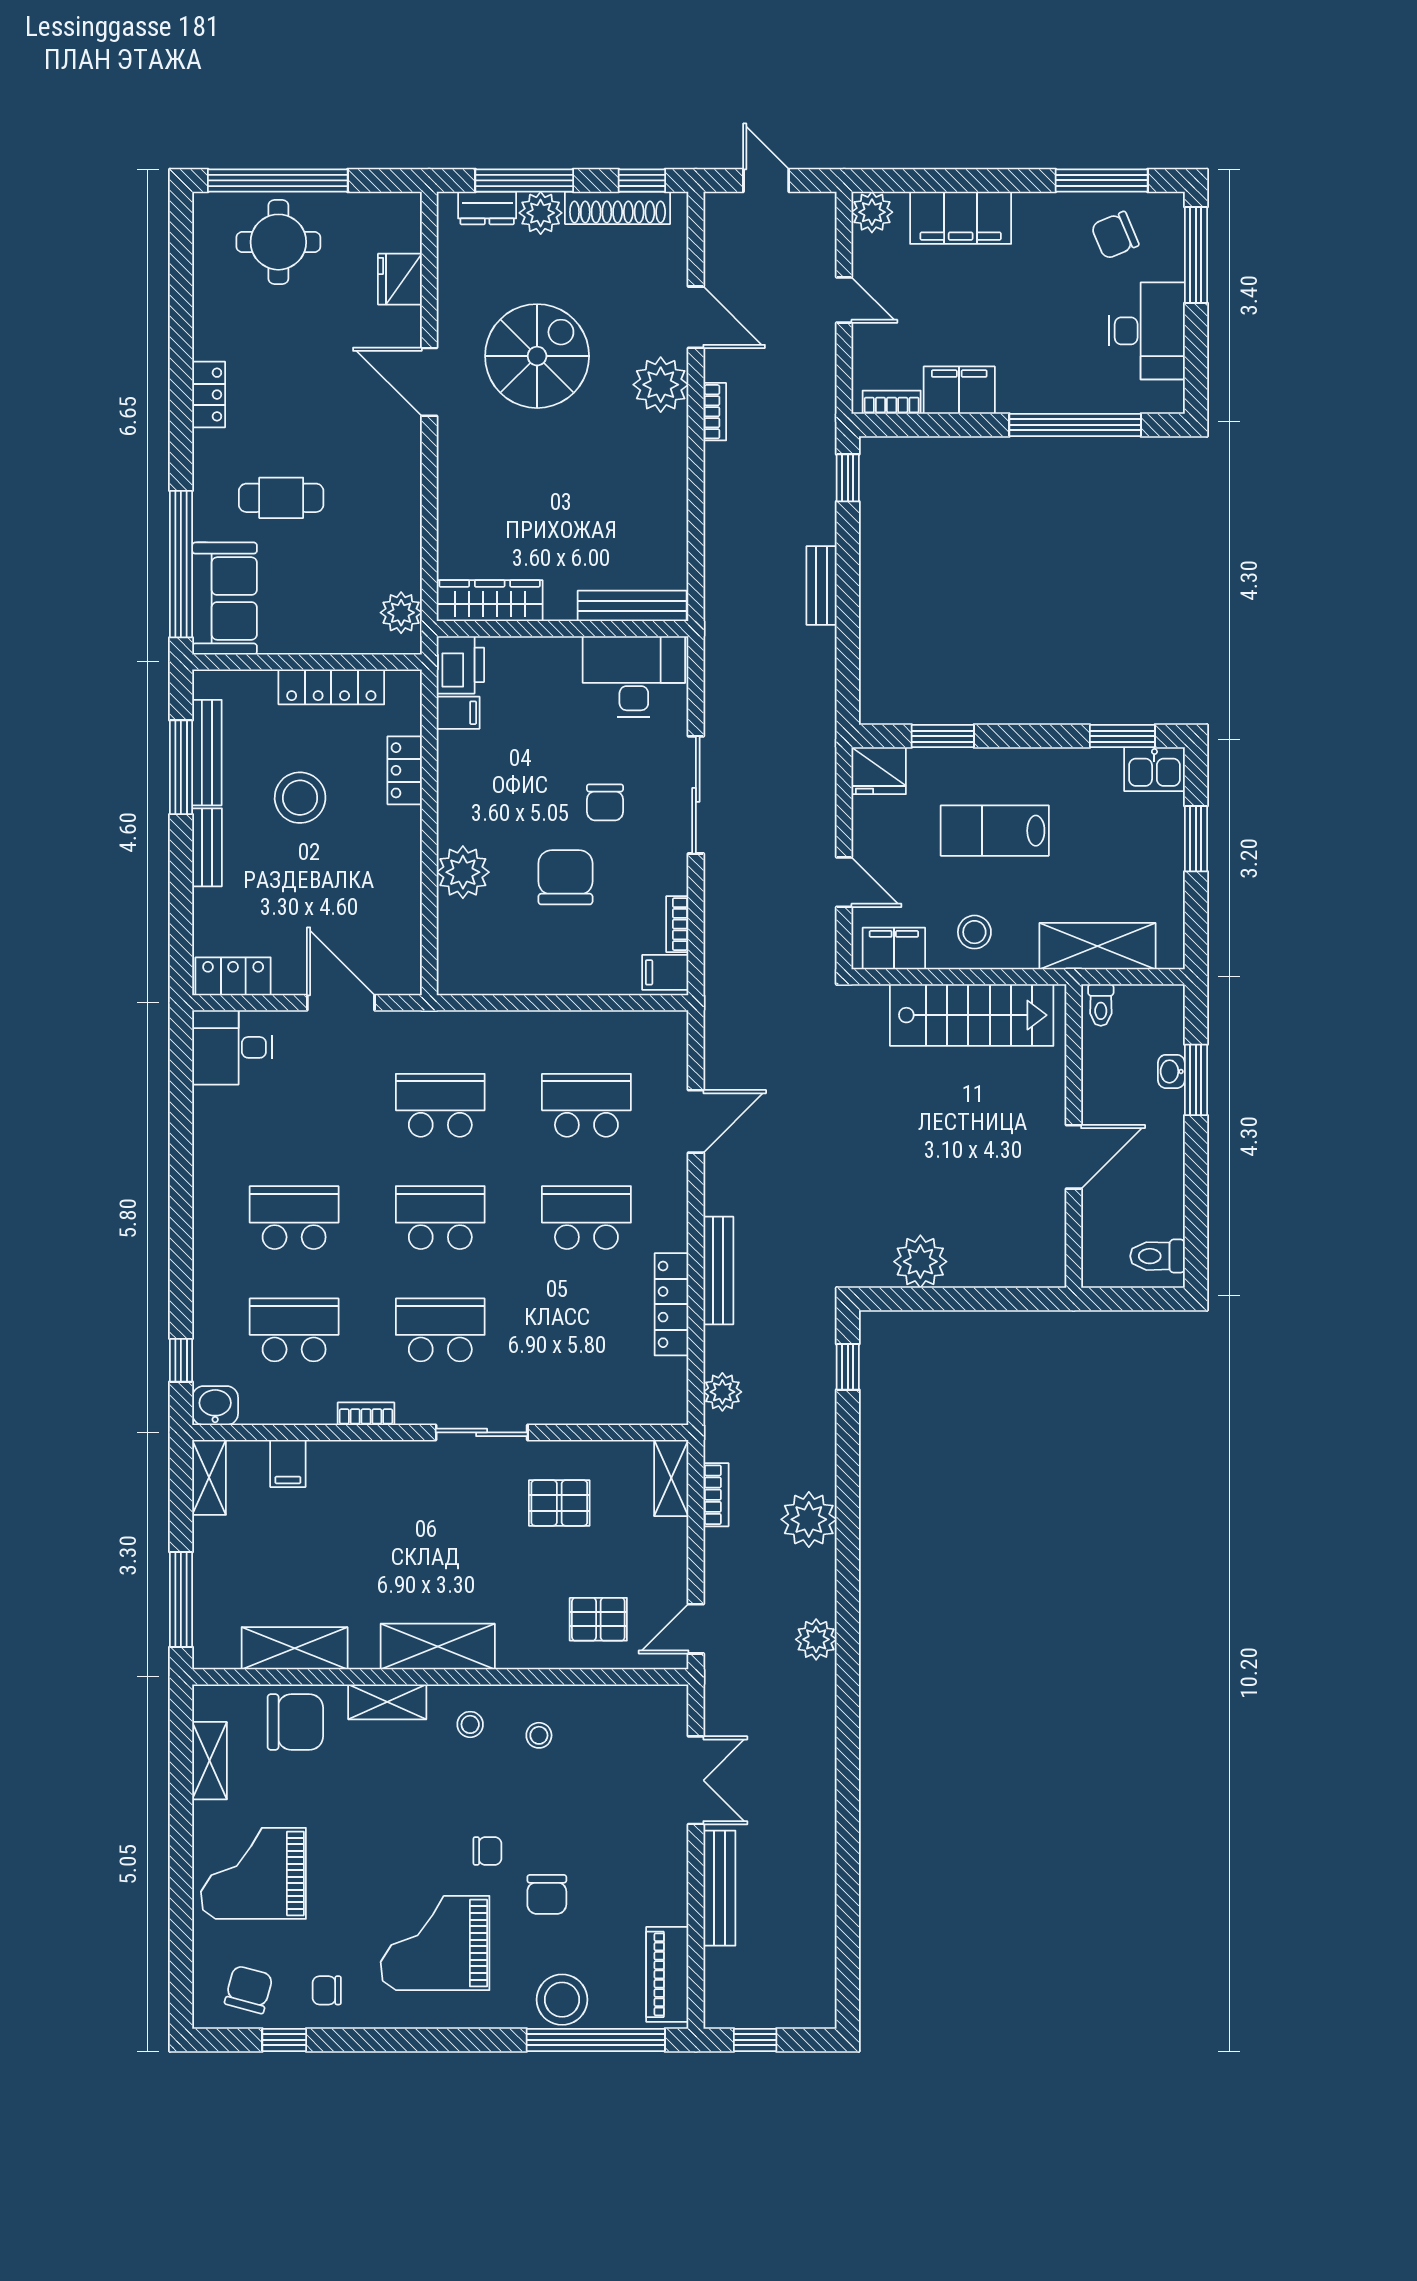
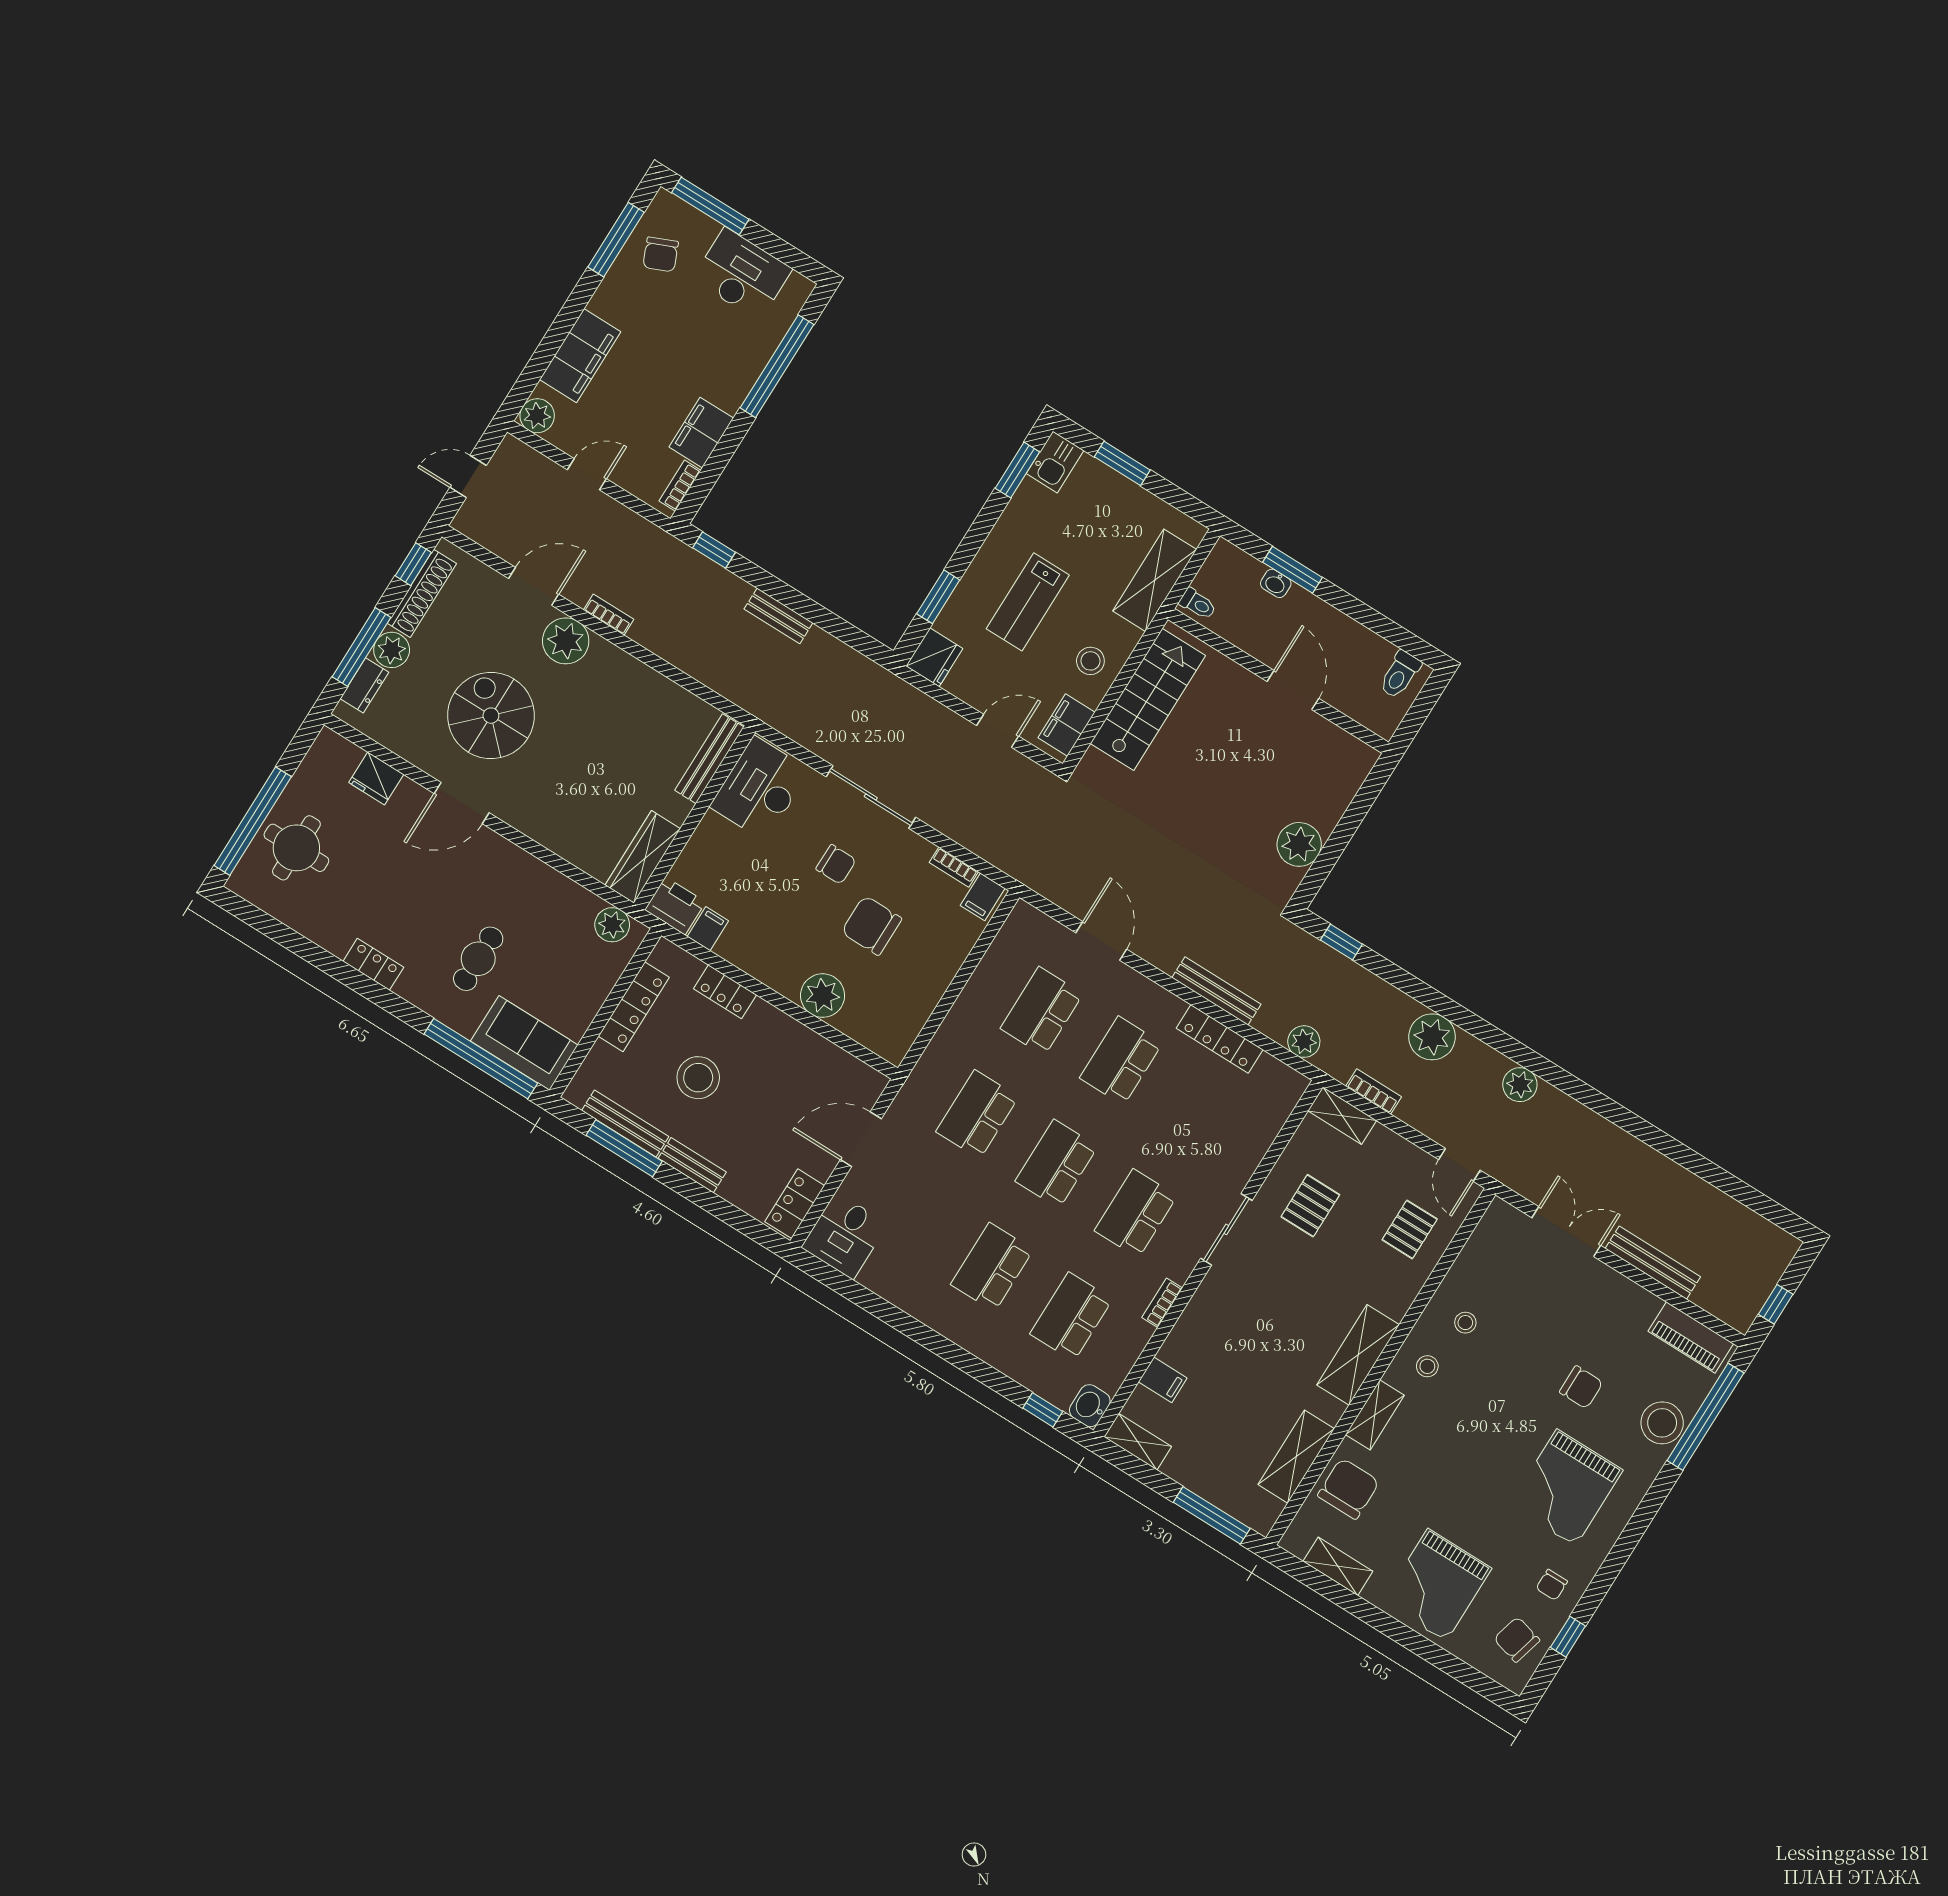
chair: (487, 1851) -> (1524, 1410), removed

